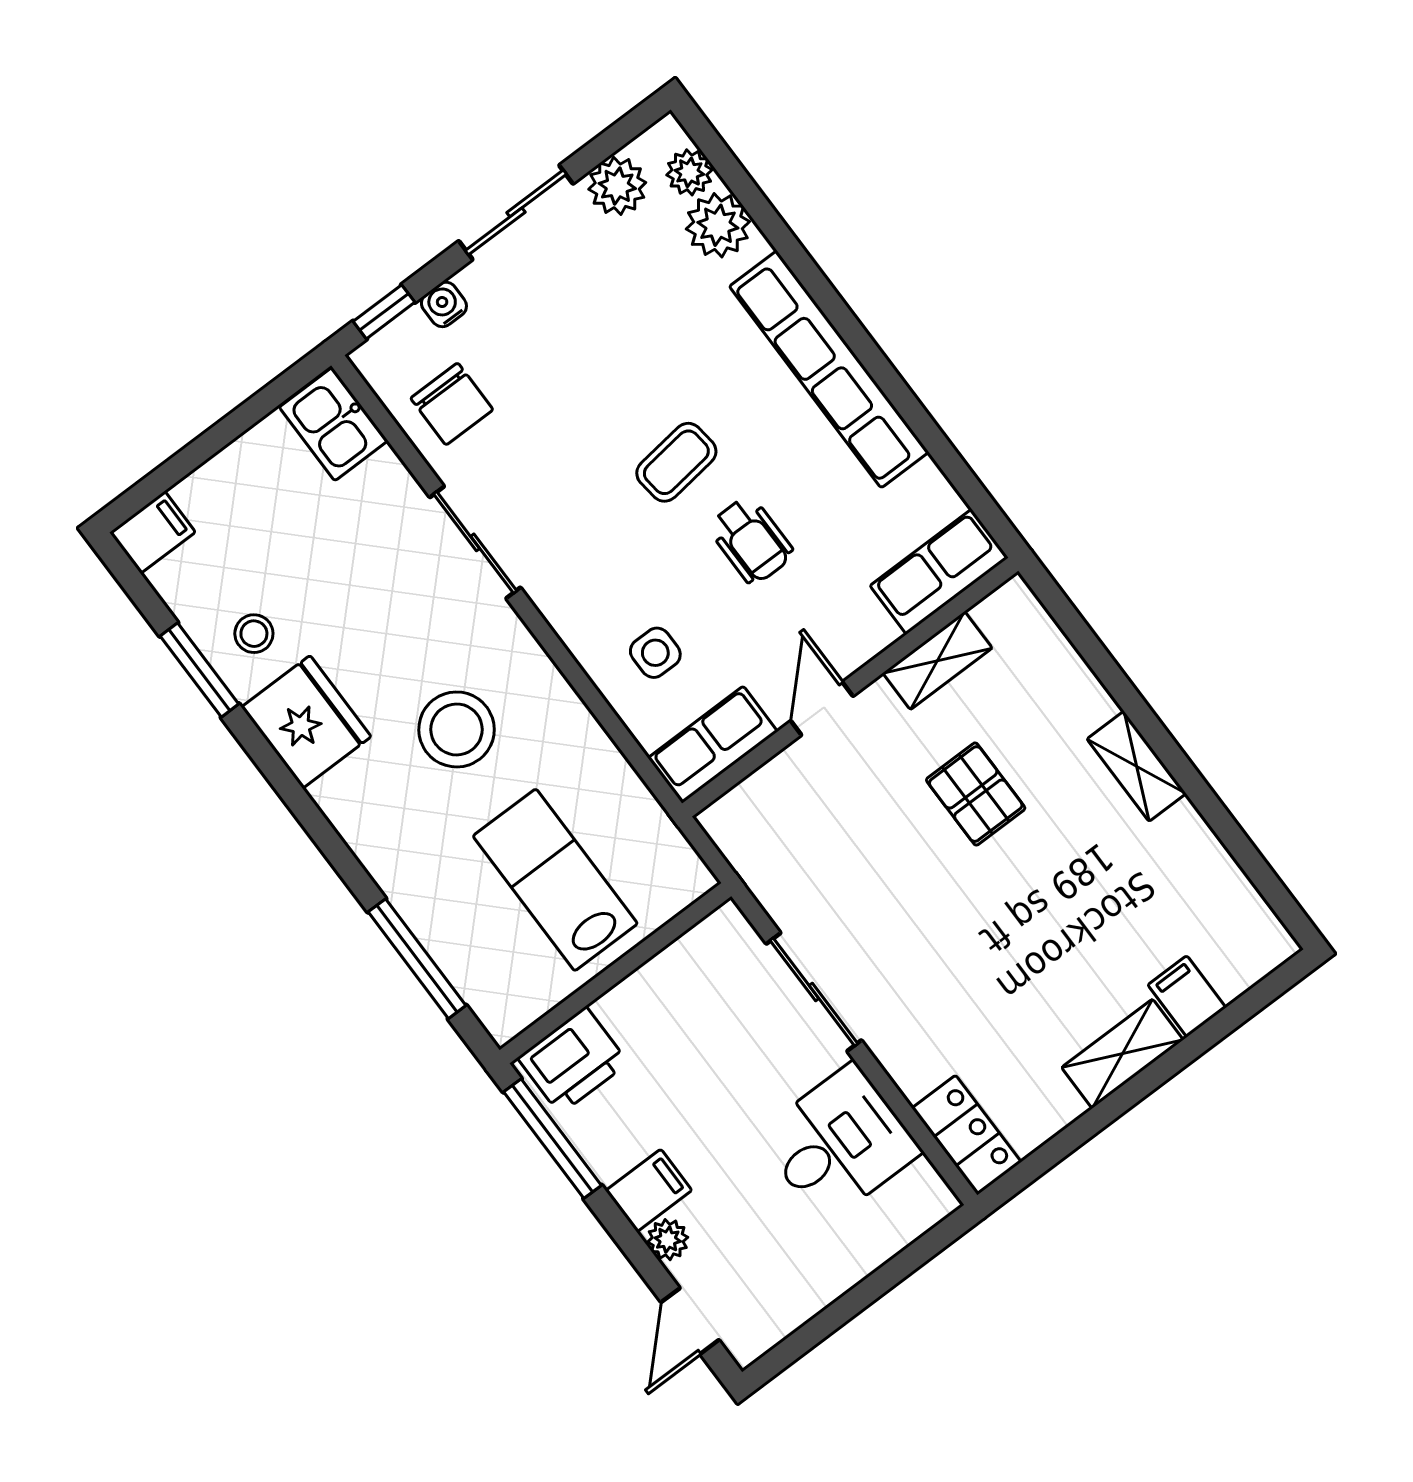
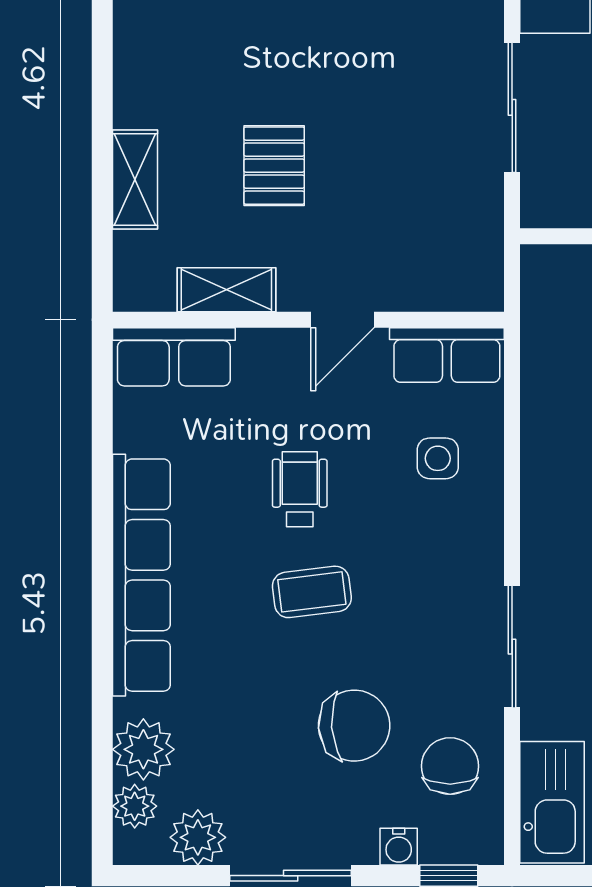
chair: (557, 377) -> (354, 726), added
kitchen sink: (334, 424) -> (552, 802), width x1.38
shelving: (1137, 766) -> (135, 179), moved

